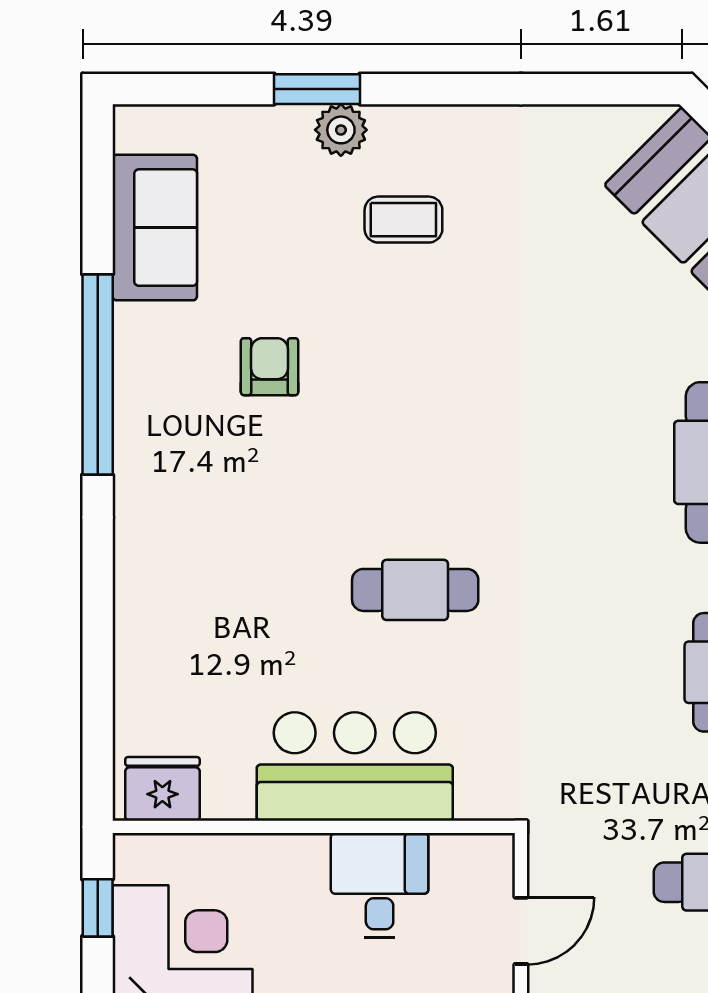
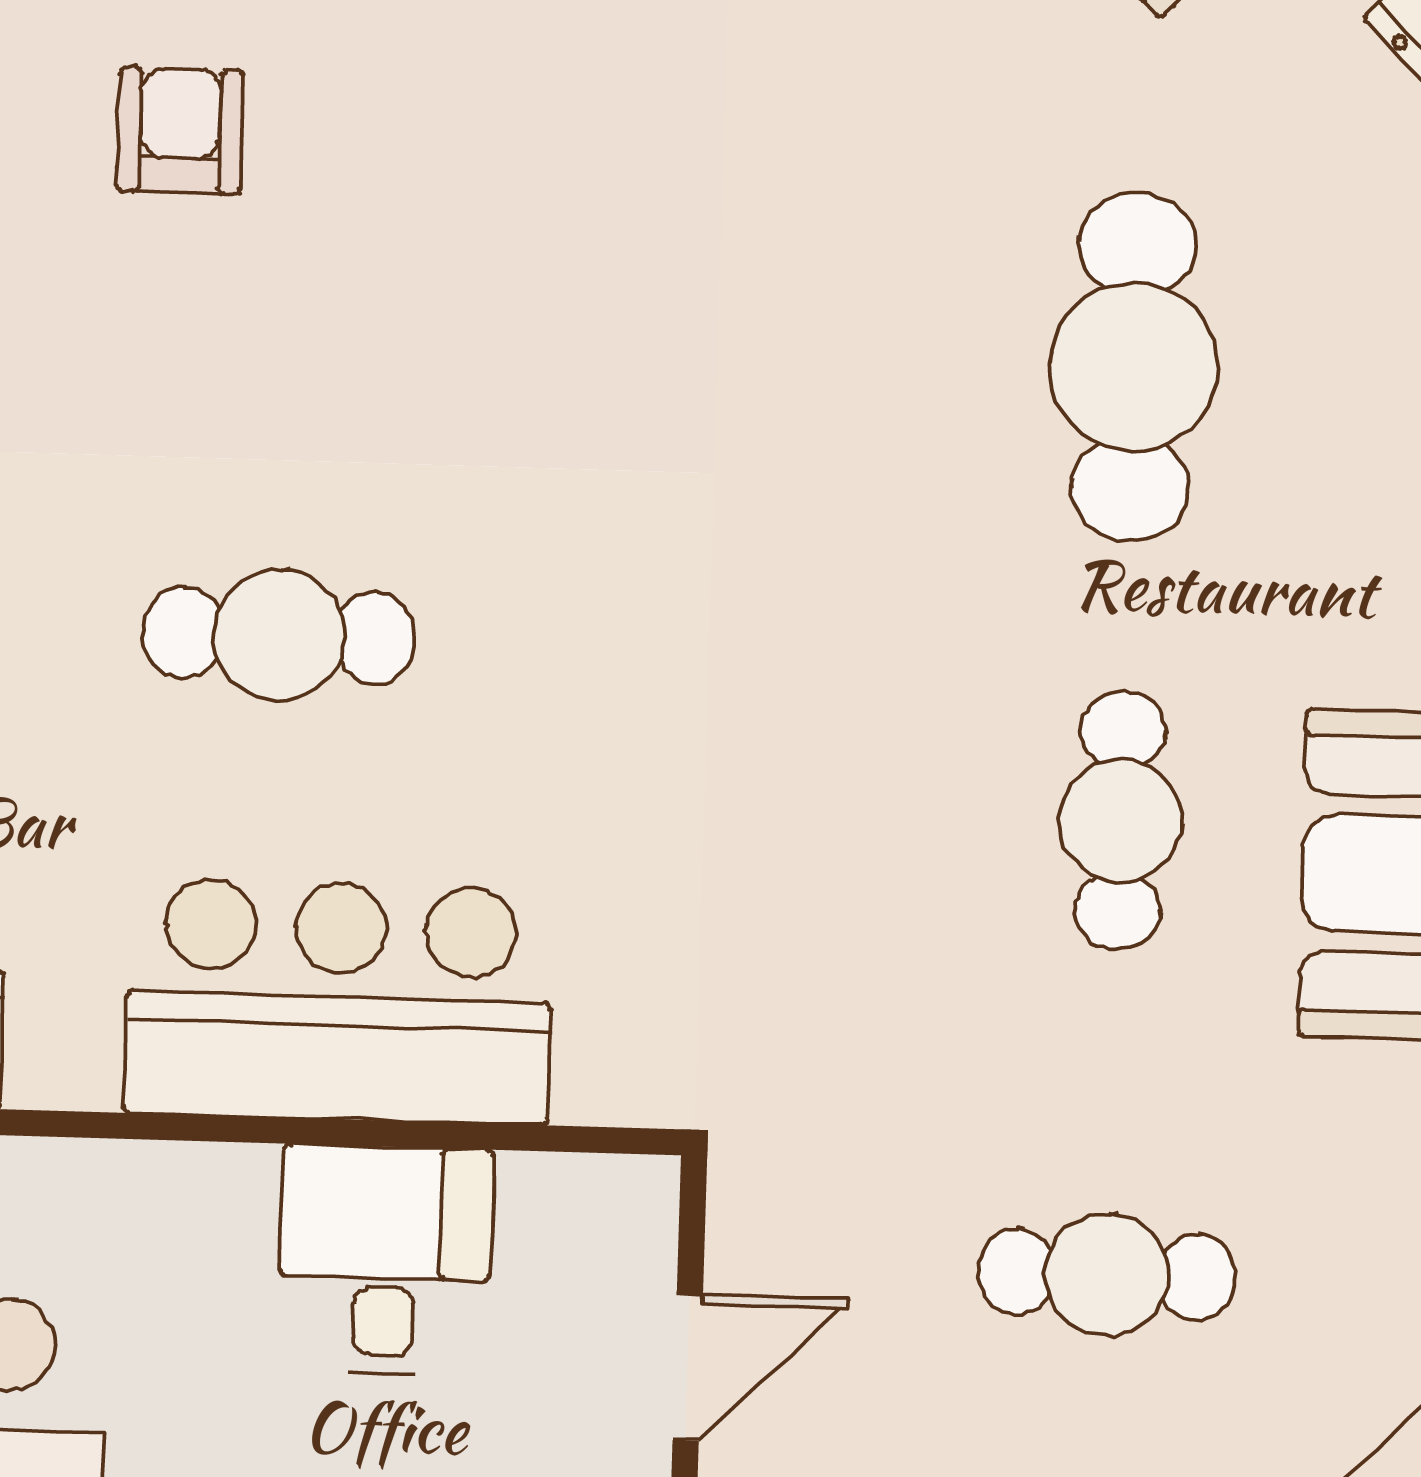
cafe table: (415, 590) -> (279, 635), moved

